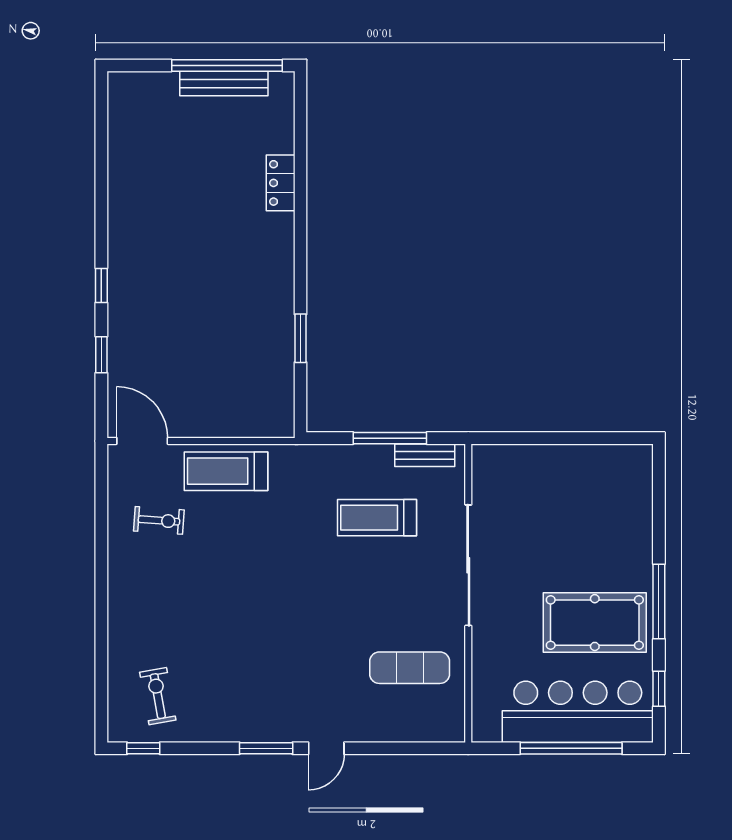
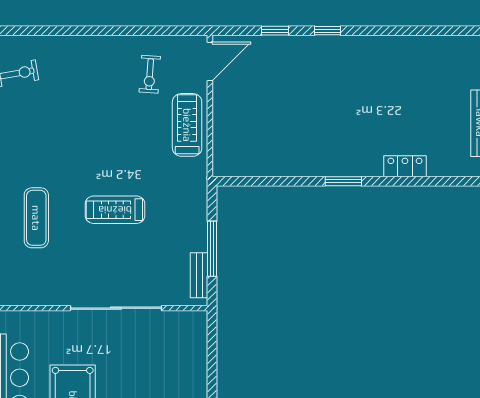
window: (300, 338) -> (343, 181), moved
treadmill: (377, 518) -> (115, 210), moved, turned -90
exercise mat: (410, 668) -> (36, 218), moved

